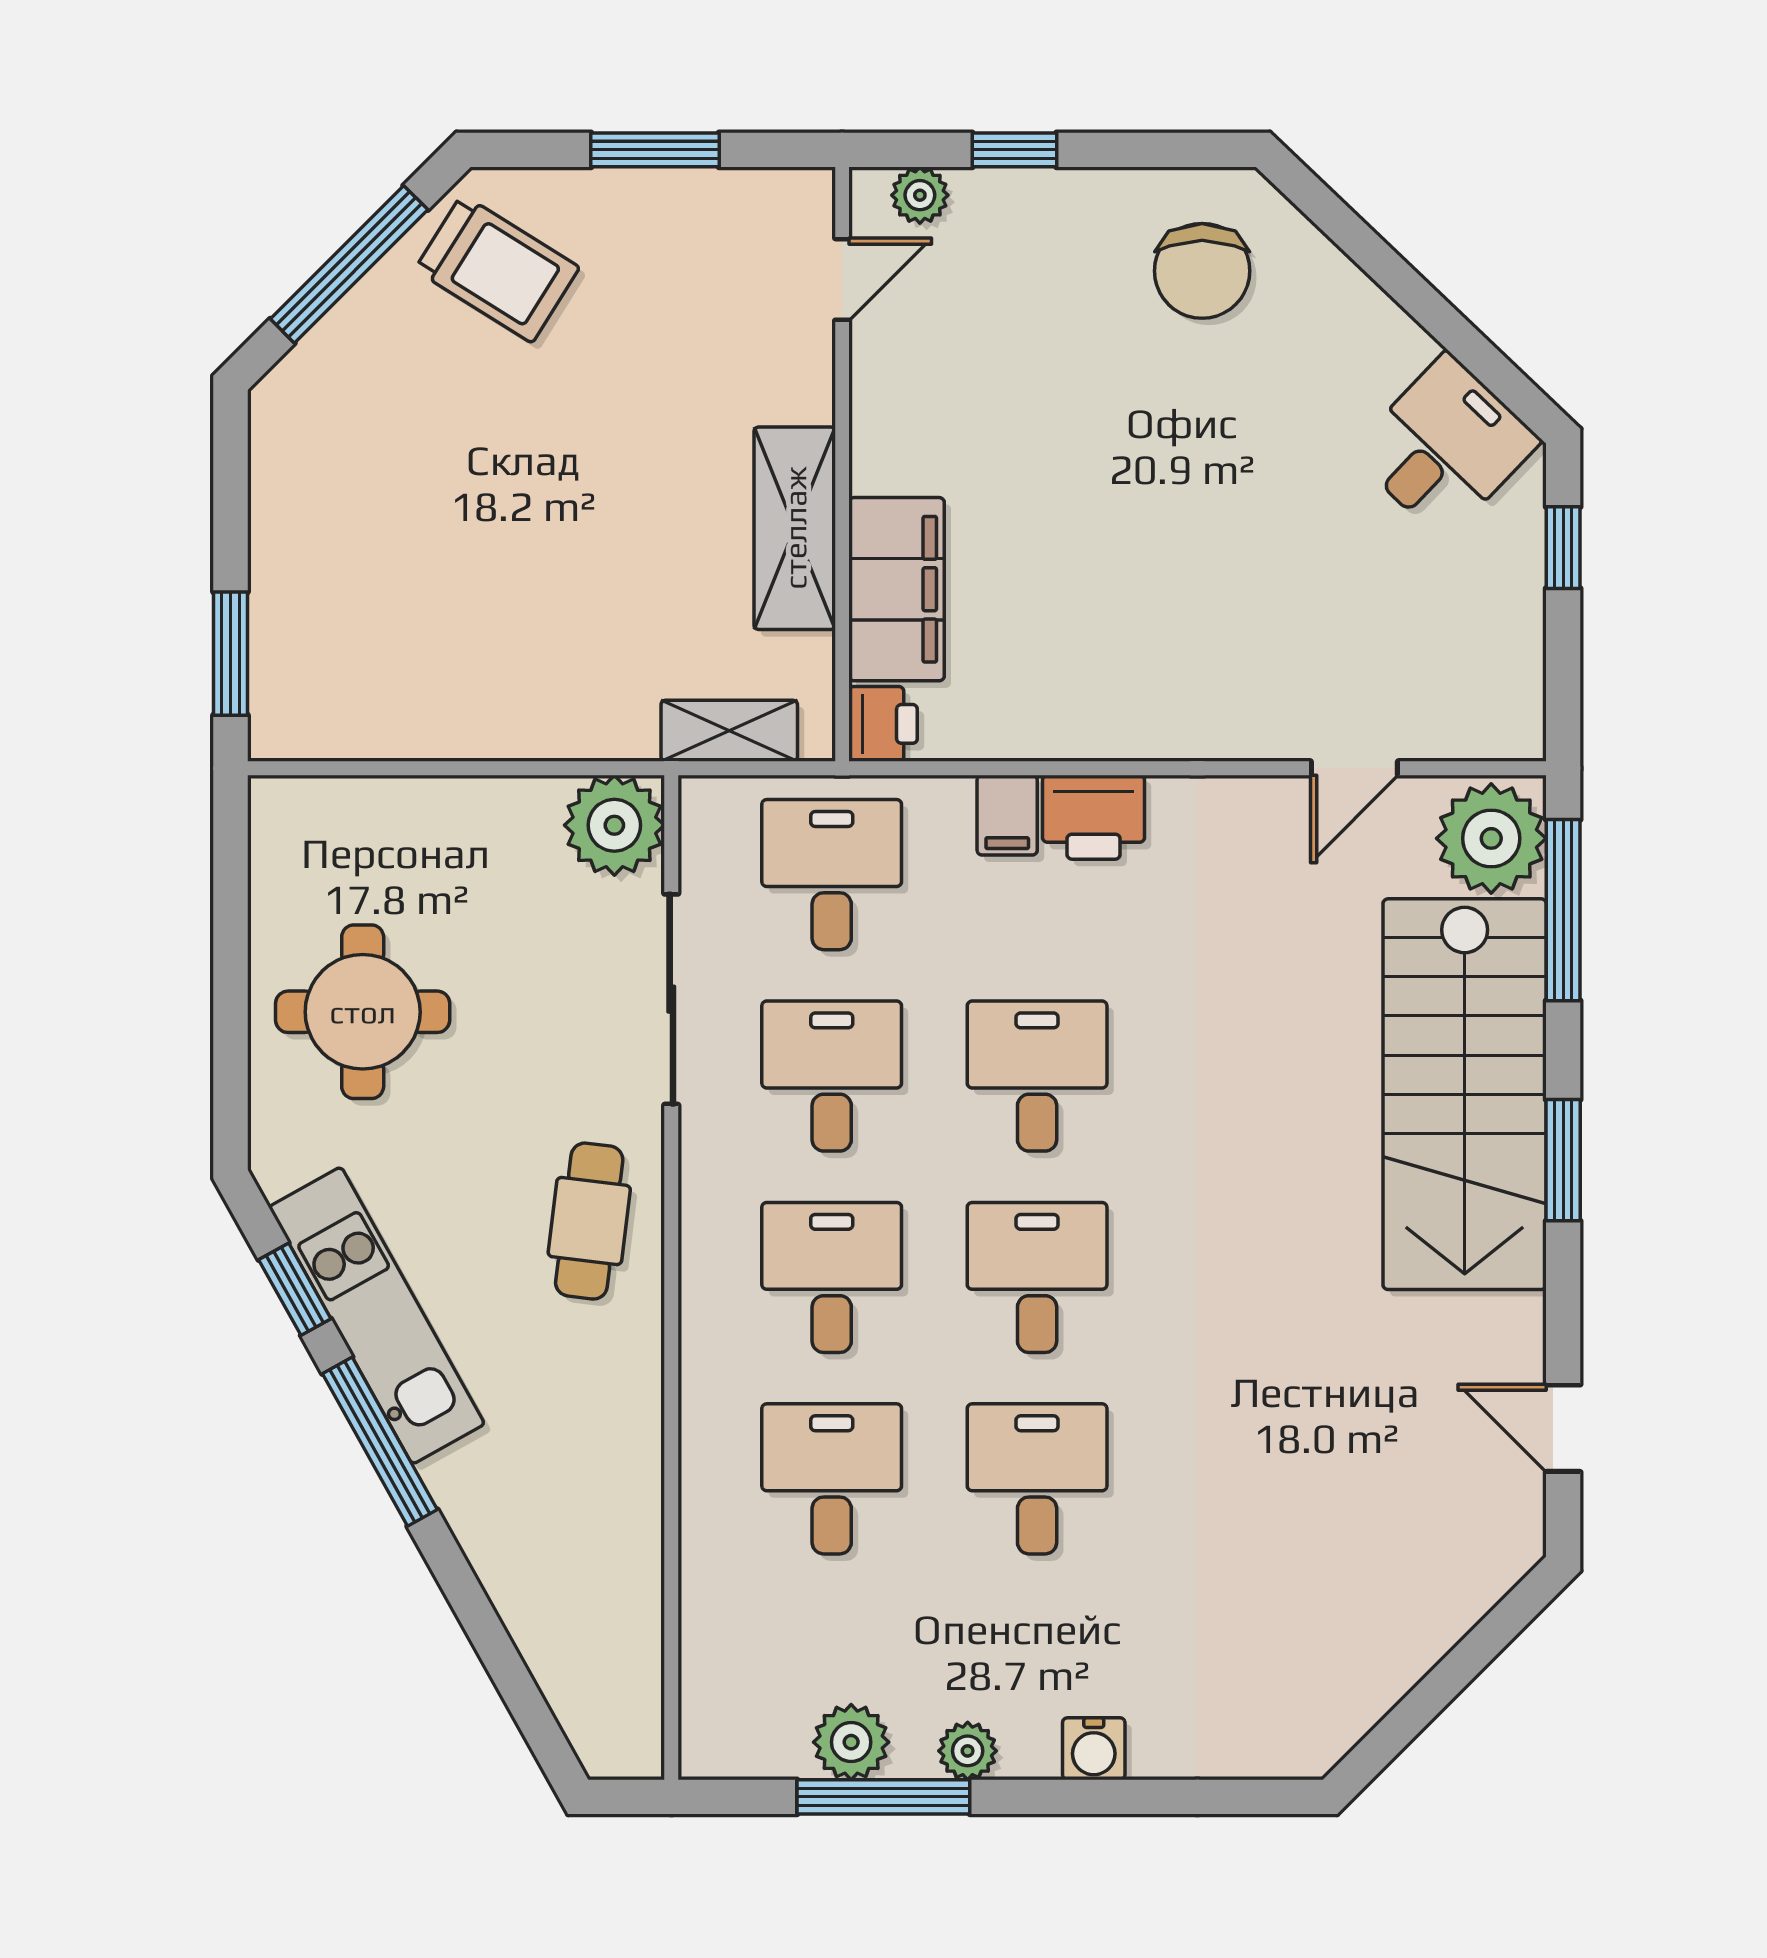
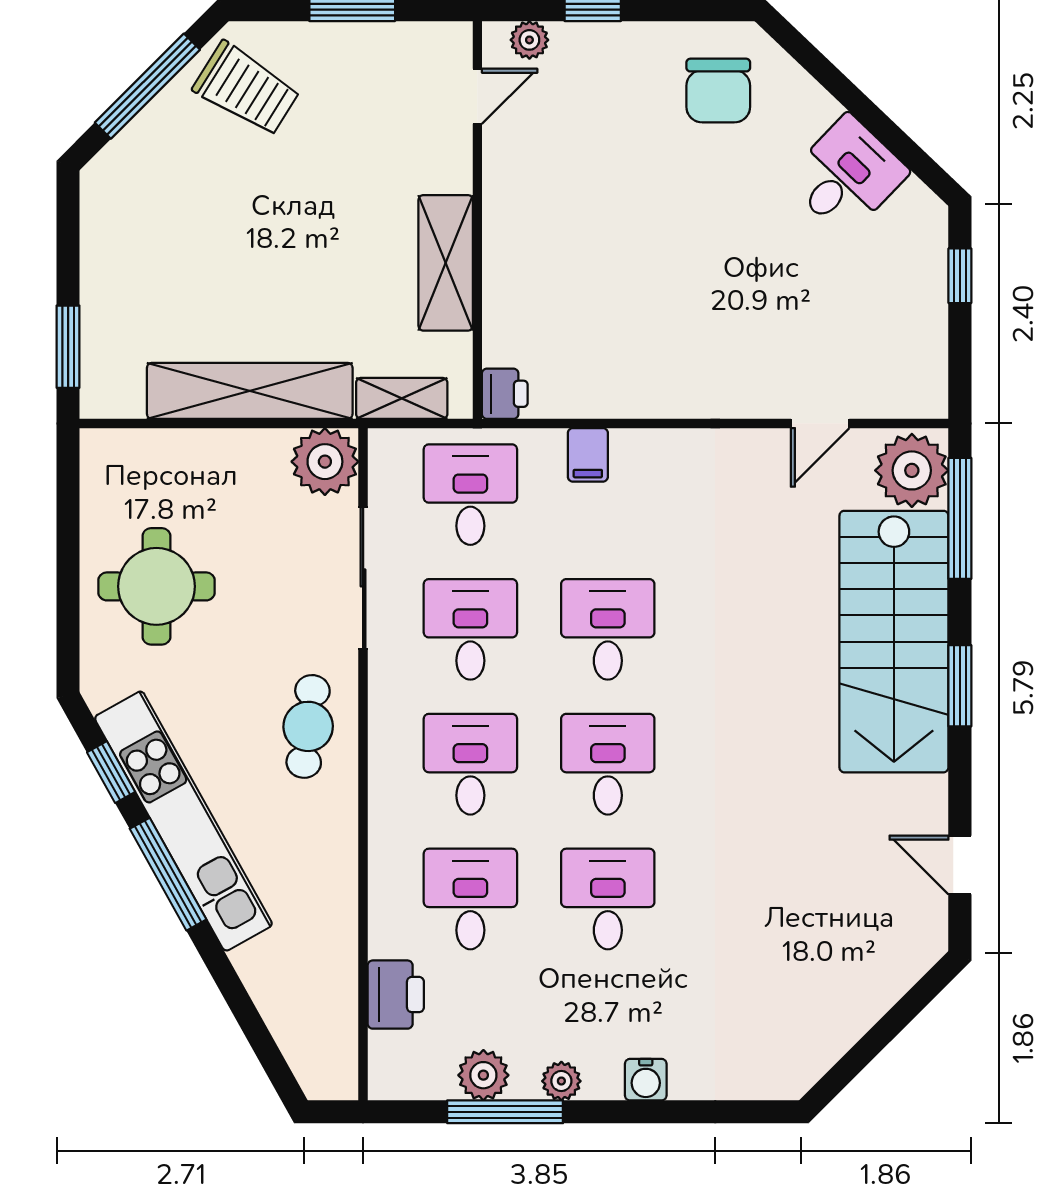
desk: (1445, 447) -> (847, 176), moved
filing cabinet: (897, 589) -> (514, 304), removed
shelving: (502, 720) -> (250, 391), added
printer: (1094, 817) -> (396, 995), moved, turned -90
kitchen unit: (377, 1316) -> (183, 821), width x1.36

